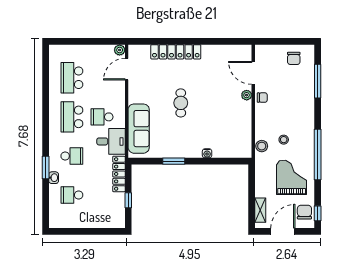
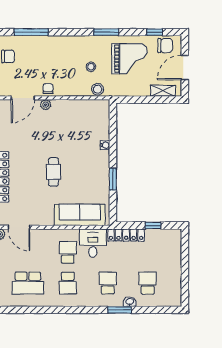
cafe table: (181, 103) -> (54, 172), turned 90
school desk: (72, 117) -> (68, 283), width x0.54
school desk: (102, 117) -> (68, 252), turned 180
window: (318, 154) -> (106, 32), width x0.47
grand piano: (292, 177) -> (129, 59), turned 180
school desk: (72, 195) -> (148, 283), turned 180
chair: (304, 212) -> (165, 46), turned 180
window: (318, 213) -> (155, 32), moved
door: (283, 231) -> (185, 68), hinge flipped

